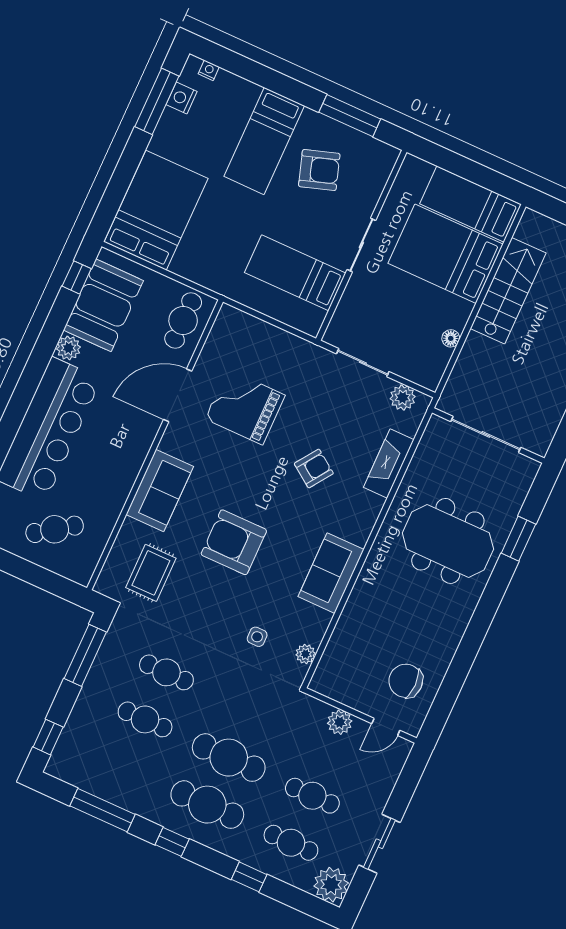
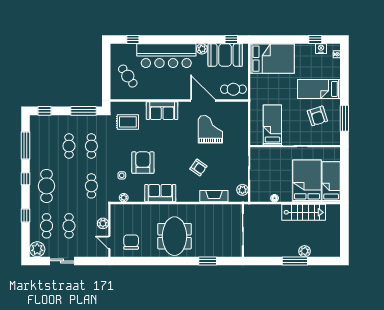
window: (157, 101) -> (315, 39), width x0.46
meeting table: (448, 541) -> (174, 236), moved
armchair: (234, 542) -> (143, 163), moved
cafe table: (229, 758) -> (91, 186), moved, width x0.73, depth x0.74

